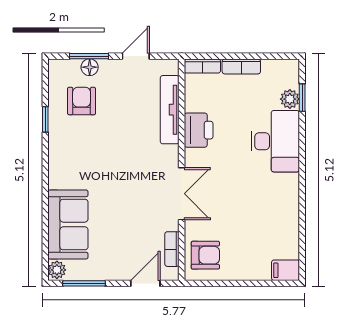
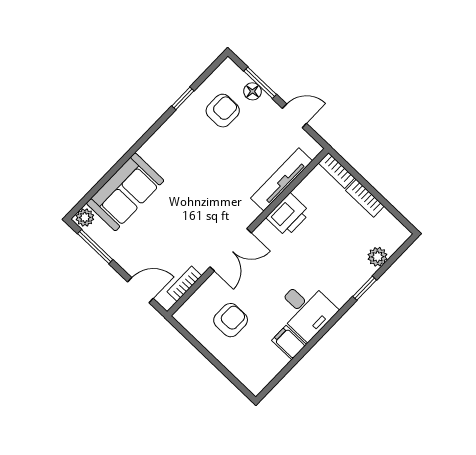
window: (302, 98) -> (365, 288), moved
desk: (275, 141) -> (306, 310), moved, width x0.73
armchair: (205, 255) -> (231, 320), moved, turned -90
filing cabinet: (286, 270) -> (289, 342), moved

